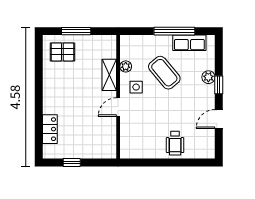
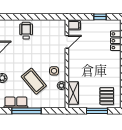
pallet: (62, 52) -> (107, 96), turned 90
shelving: (109, 75) -> (73, 93), moved
door: (118, 107) -> (67, 42), moved
filing cabinet: (108, 151) -> (74, 25), added

